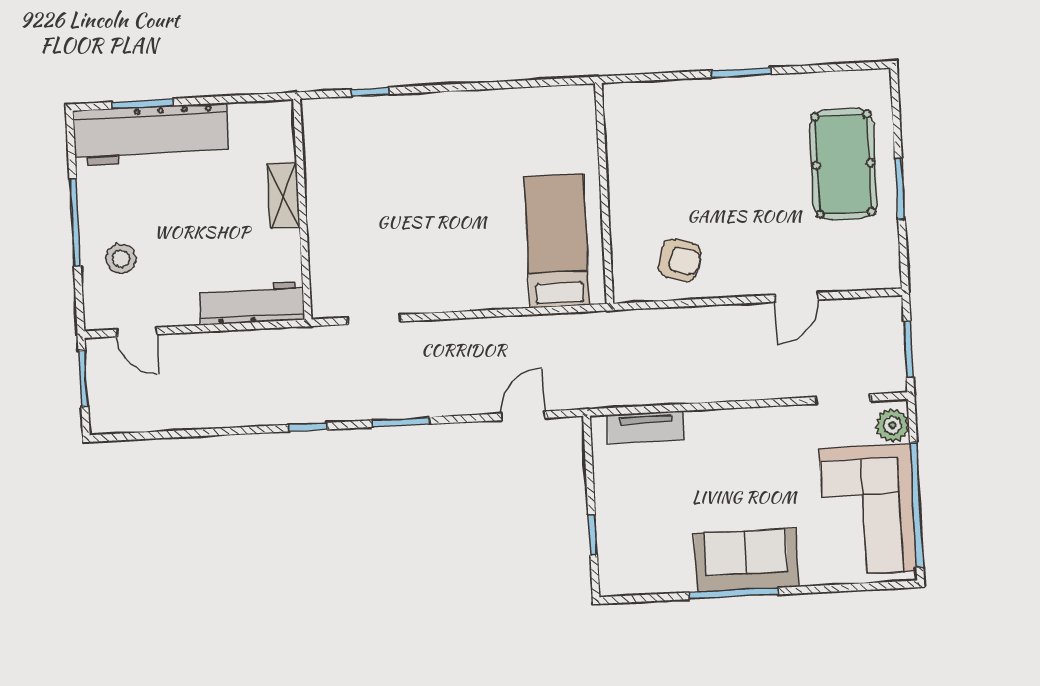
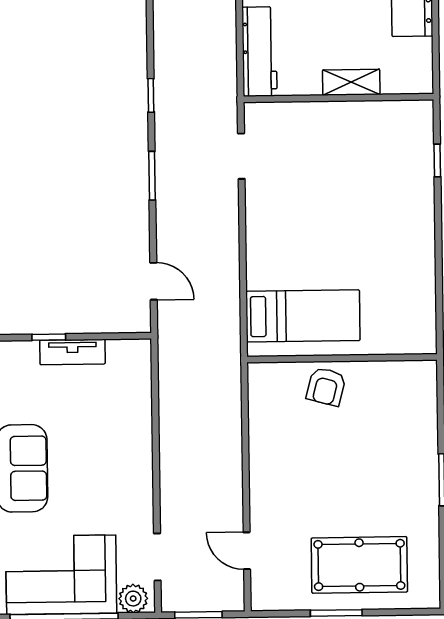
armchair: (680, 260) -> (326, 387), moved
door: (796, 297) -> (247, 551), moved
tv unit: (646, 427) -> (72, 352), moved, turned -90

